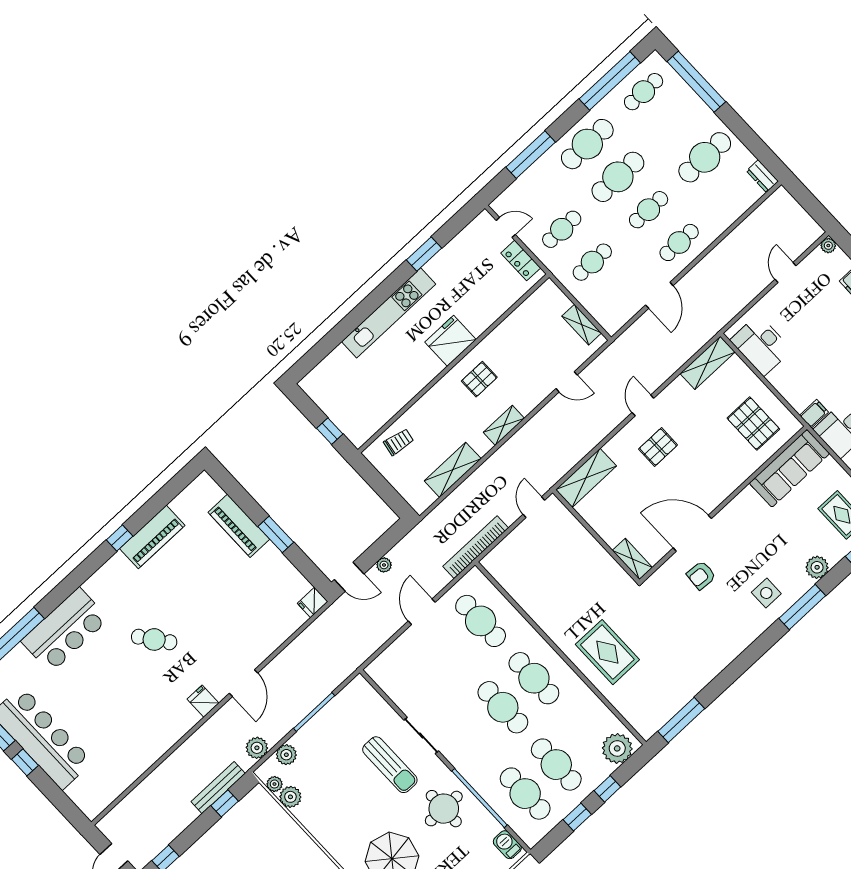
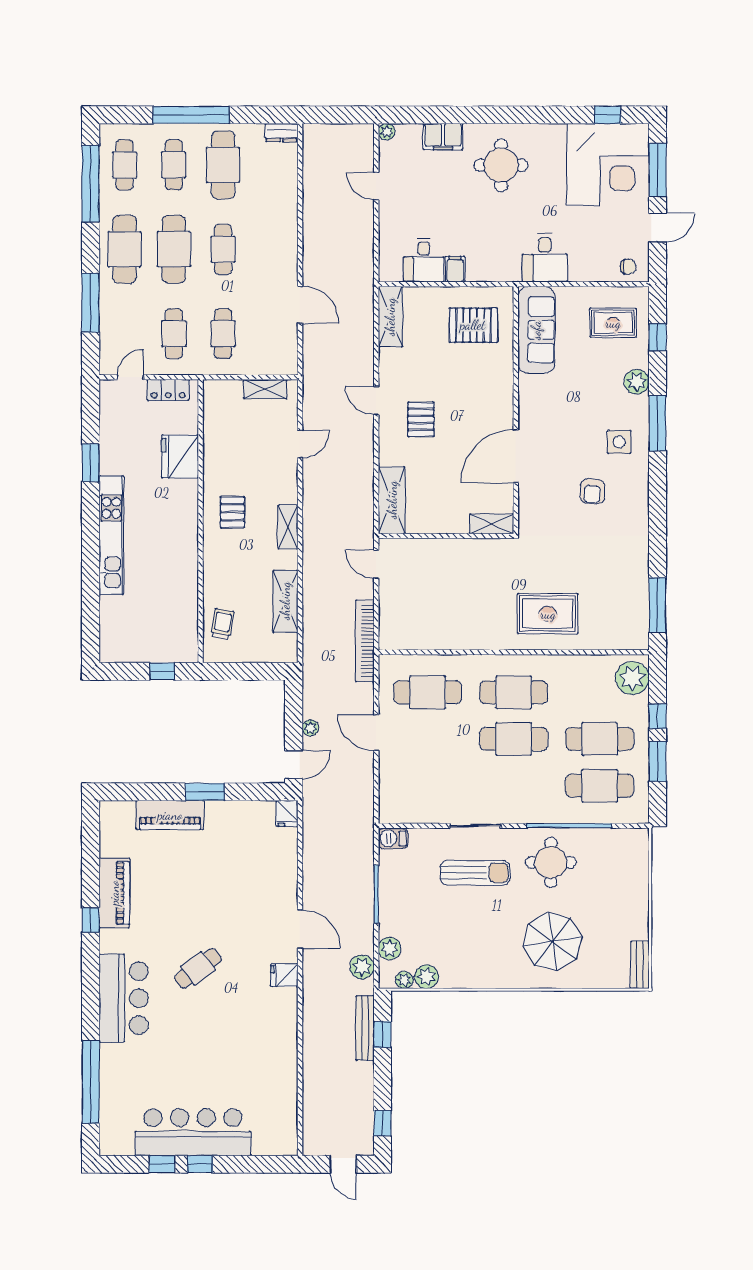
window: (696, 82) -> (191, 115), moved
cafe table: (679, 242) -> (174, 165), moved
fridge: (451, 341) -> (180, 456), moved
desk: (761, 345) -> (424, 260), width x0.73
filing cabinet: (814, 414) -> (455, 269), moved
armchair: (701, 575) -> (592, 491), moved
bar counter: (65, 630) -> (124, 998), moved
window: (577, 817) -> (658, 761), width x1.50
barbecue: (507, 845) -> (393, 838), moved

